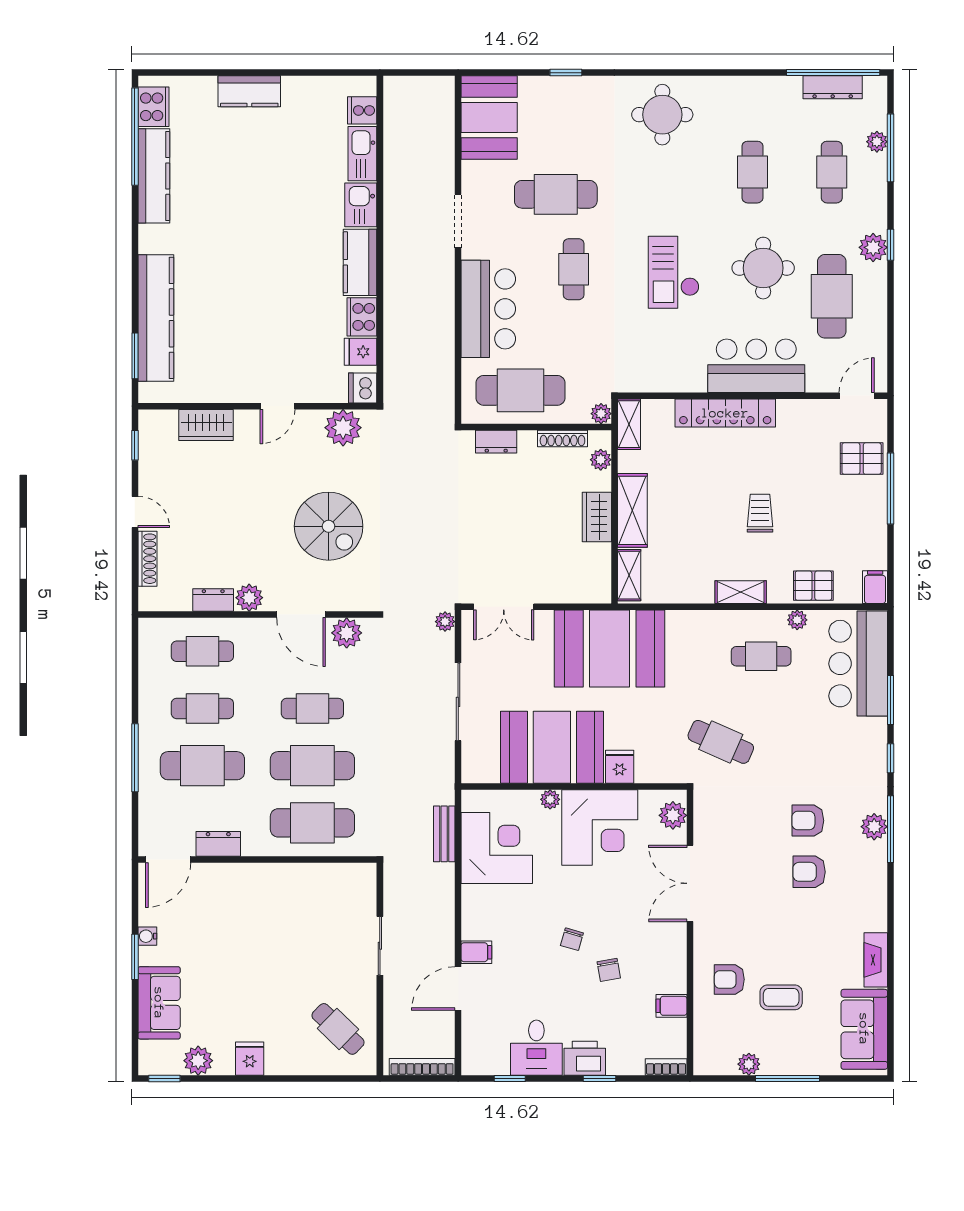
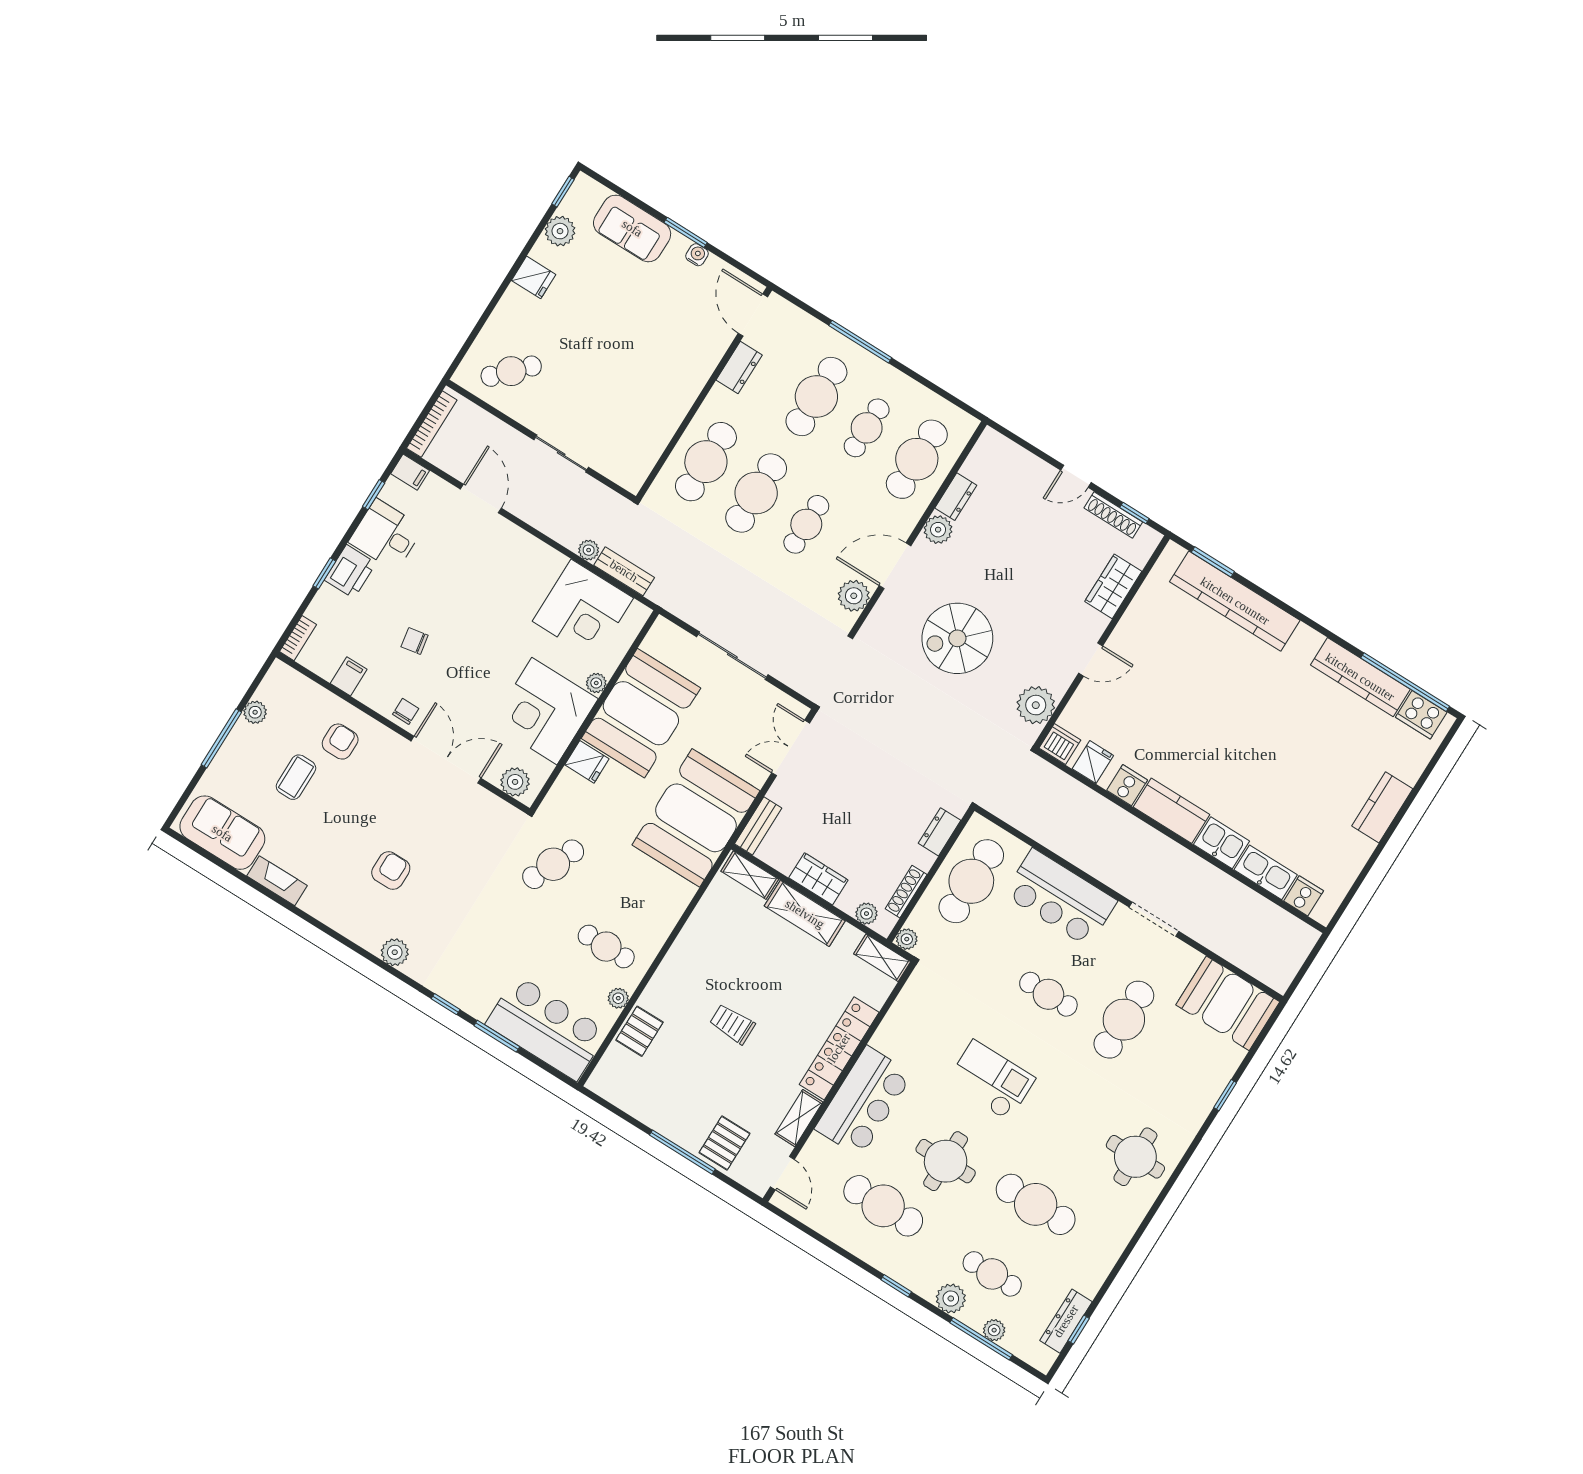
window: (833, 73) -> (1079, 1330), width x0.32
cafe table: (752, 172) -> (1036, 1204), width x1.37, depth x1.35
plant: (873, 247) -> (951, 1299), moved
cooker: (362, 317) -> (1127, 785), width x0.73
door: (278, 406) -> (1091, 659), swing flipped
trolley: (760, 513) -> (732, 1024), turned 180
shoe rack: (147, 559) -> (1113, 515), moved
filing cabinet: (875, 587) -> (604, 1084), removed
shelving: (741, 592) -> (799, 1118), moved
bench: (584, 593) -> (758, 826), added
plant: (445, 622) -> (589, 550), moved
cafe table: (202, 651) -> (917, 459), width x1.37, depth x1.35
cafe table: (761, 656) -> (606, 947), turned 90
armchair: (808, 821) -> (436, 898), removed
window: (891, 829) -> (384, 965), removed
chair: (572, 939) -> (406, 711), moved, turned 74
filing cabinet: (476, 952) -> (410, 472), moved, turned -90

